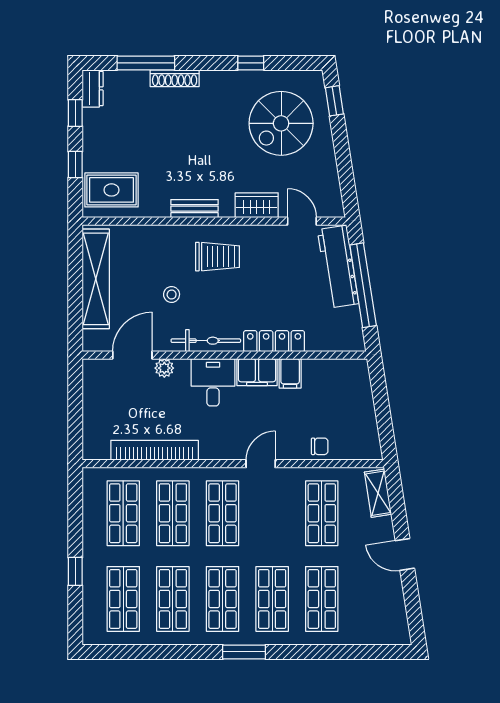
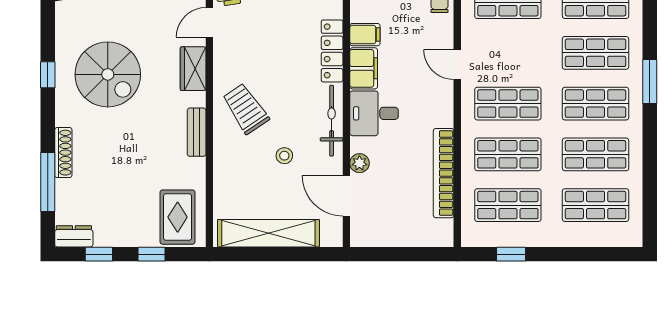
spiral stairs: (281, 123) -> (108, 74), moved
trolley: (218, 257) -> (246, 109), turned -34
window: (75, 571) -> (511, 254), moved

